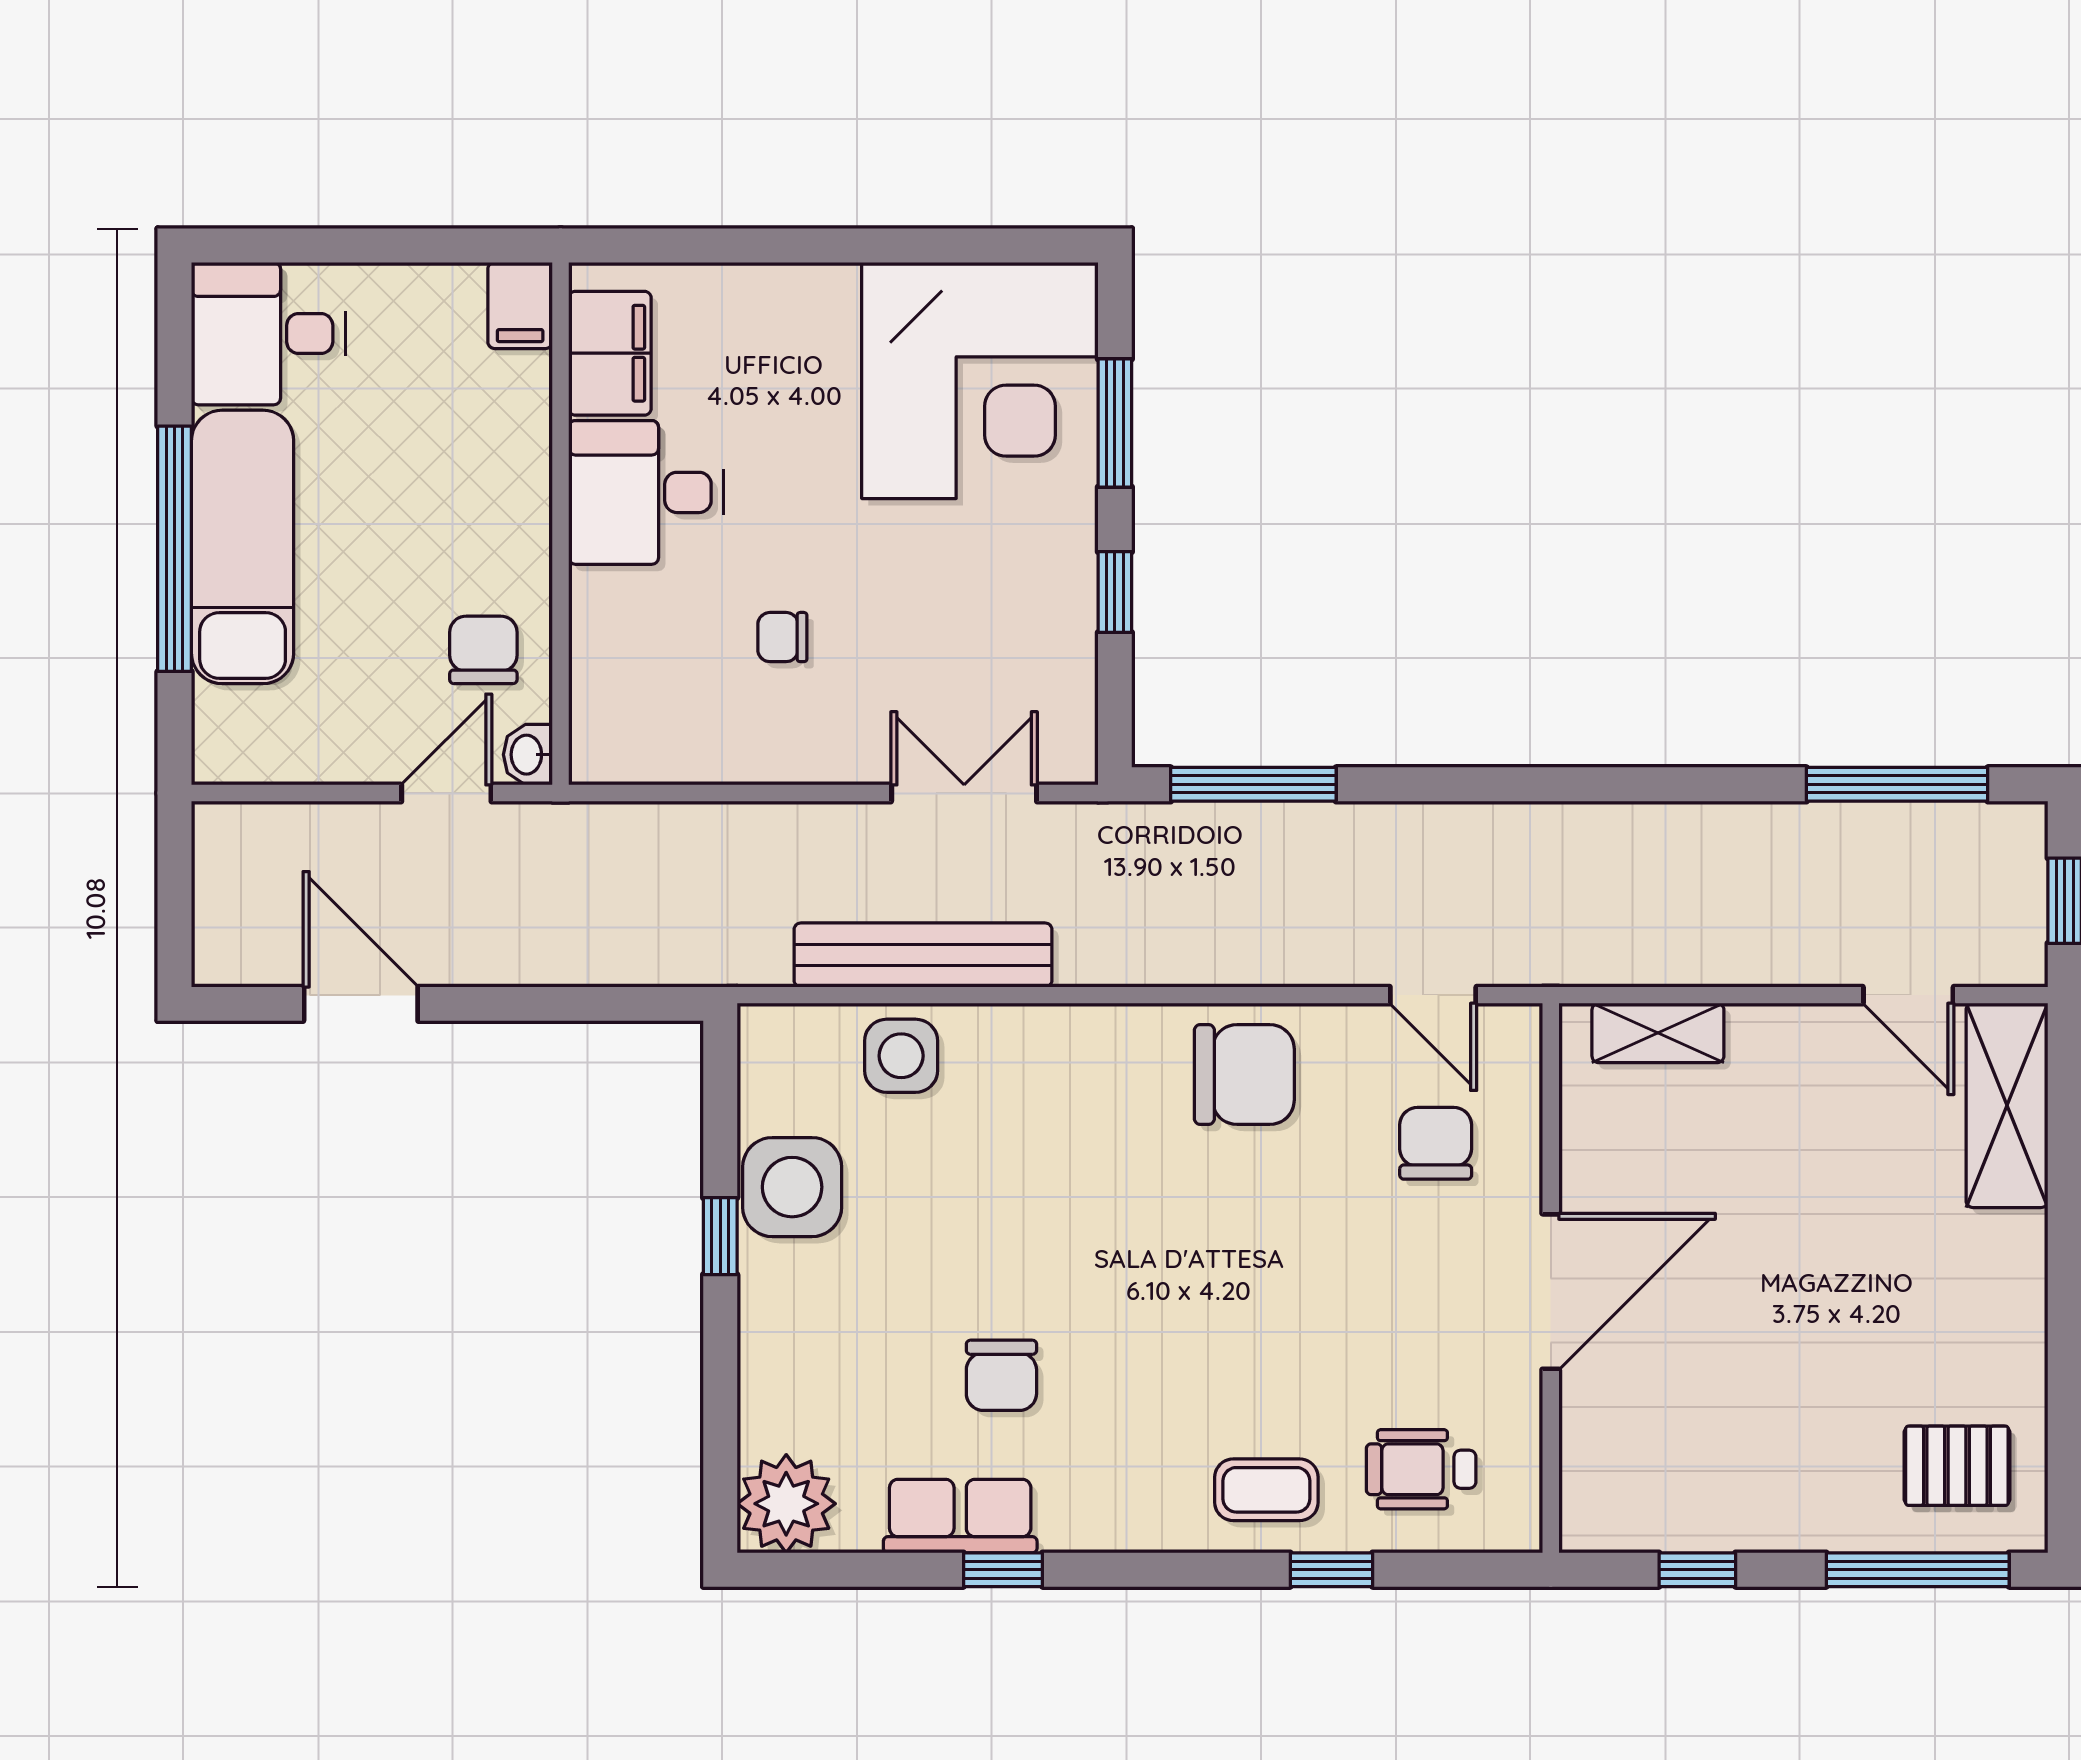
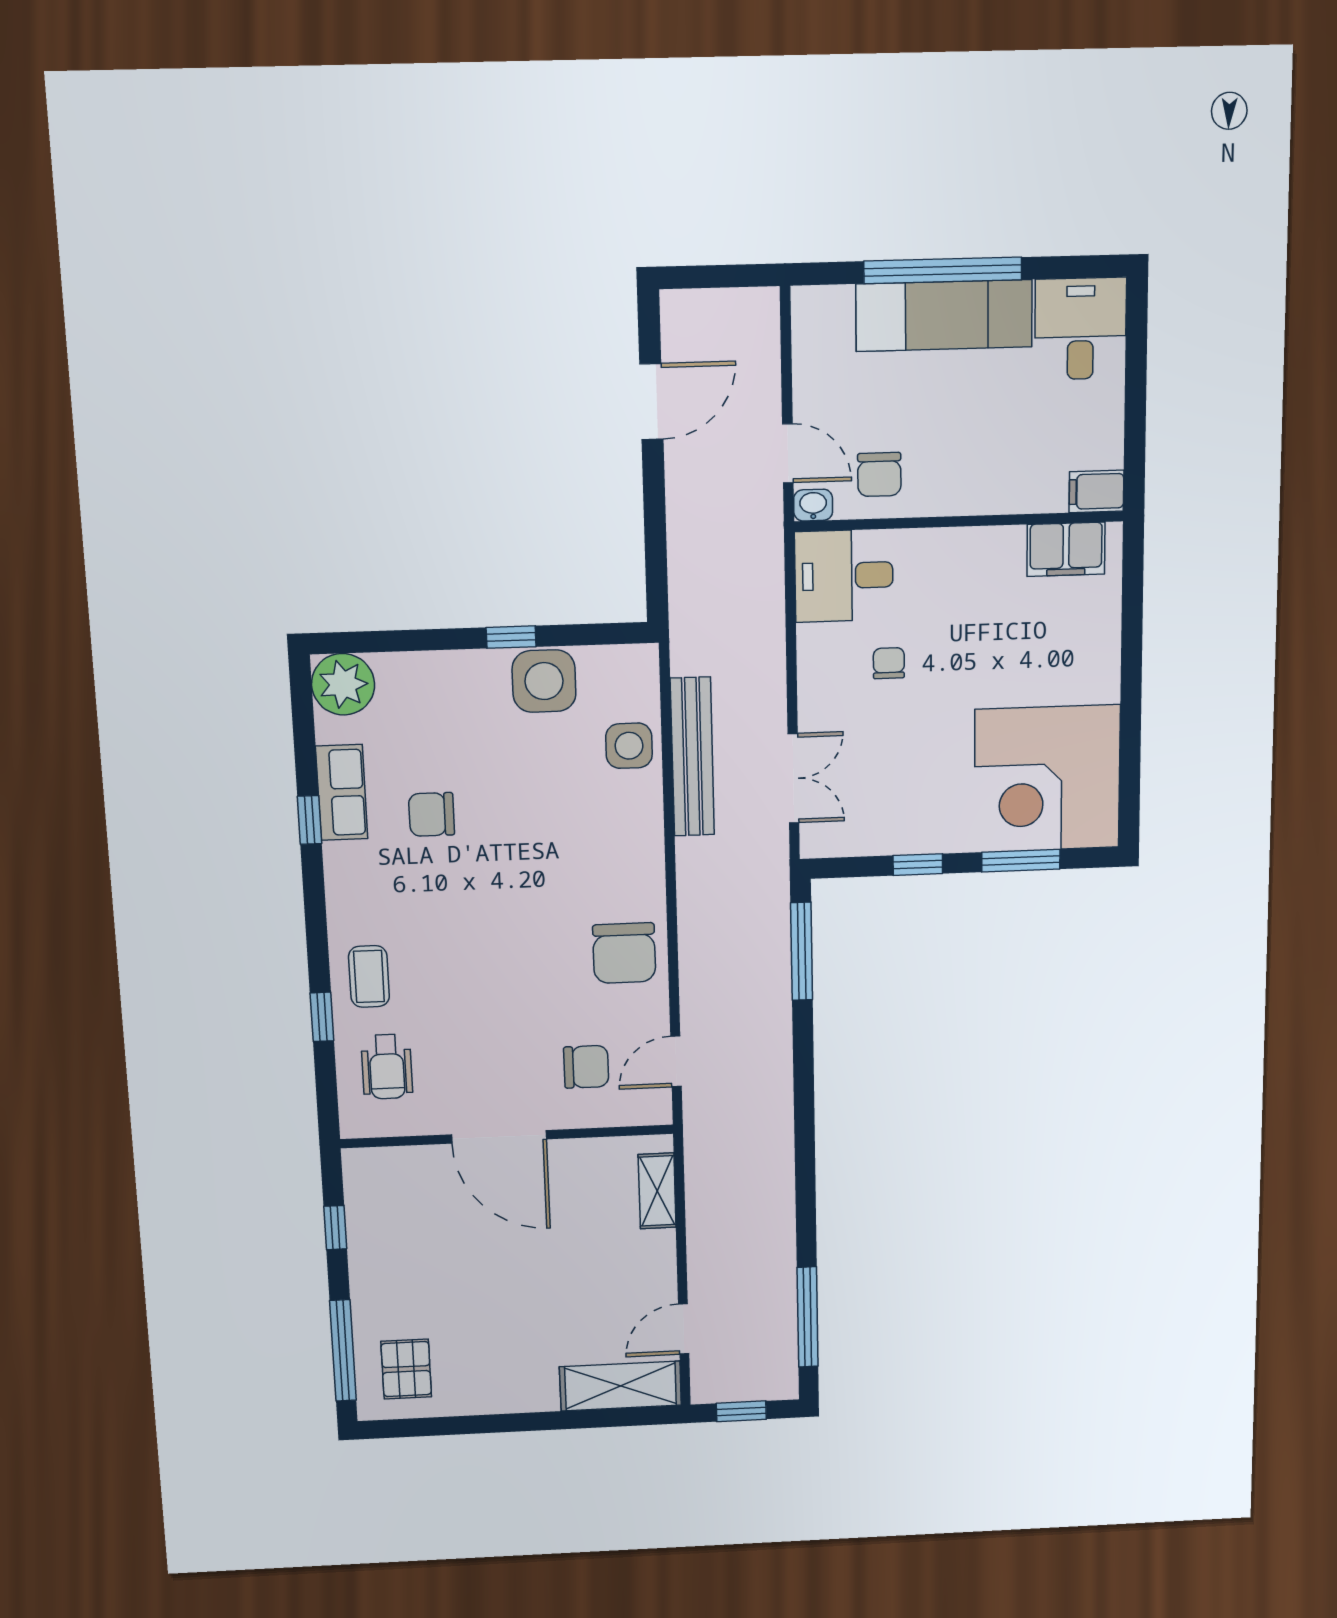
desk: (646, 492) -> (844, 576), moved, turned -90
chair: (483, 650) -> (879, 474), turned 90
wheelchair: (1421, 1469) -> (387, 1067), turned 180

